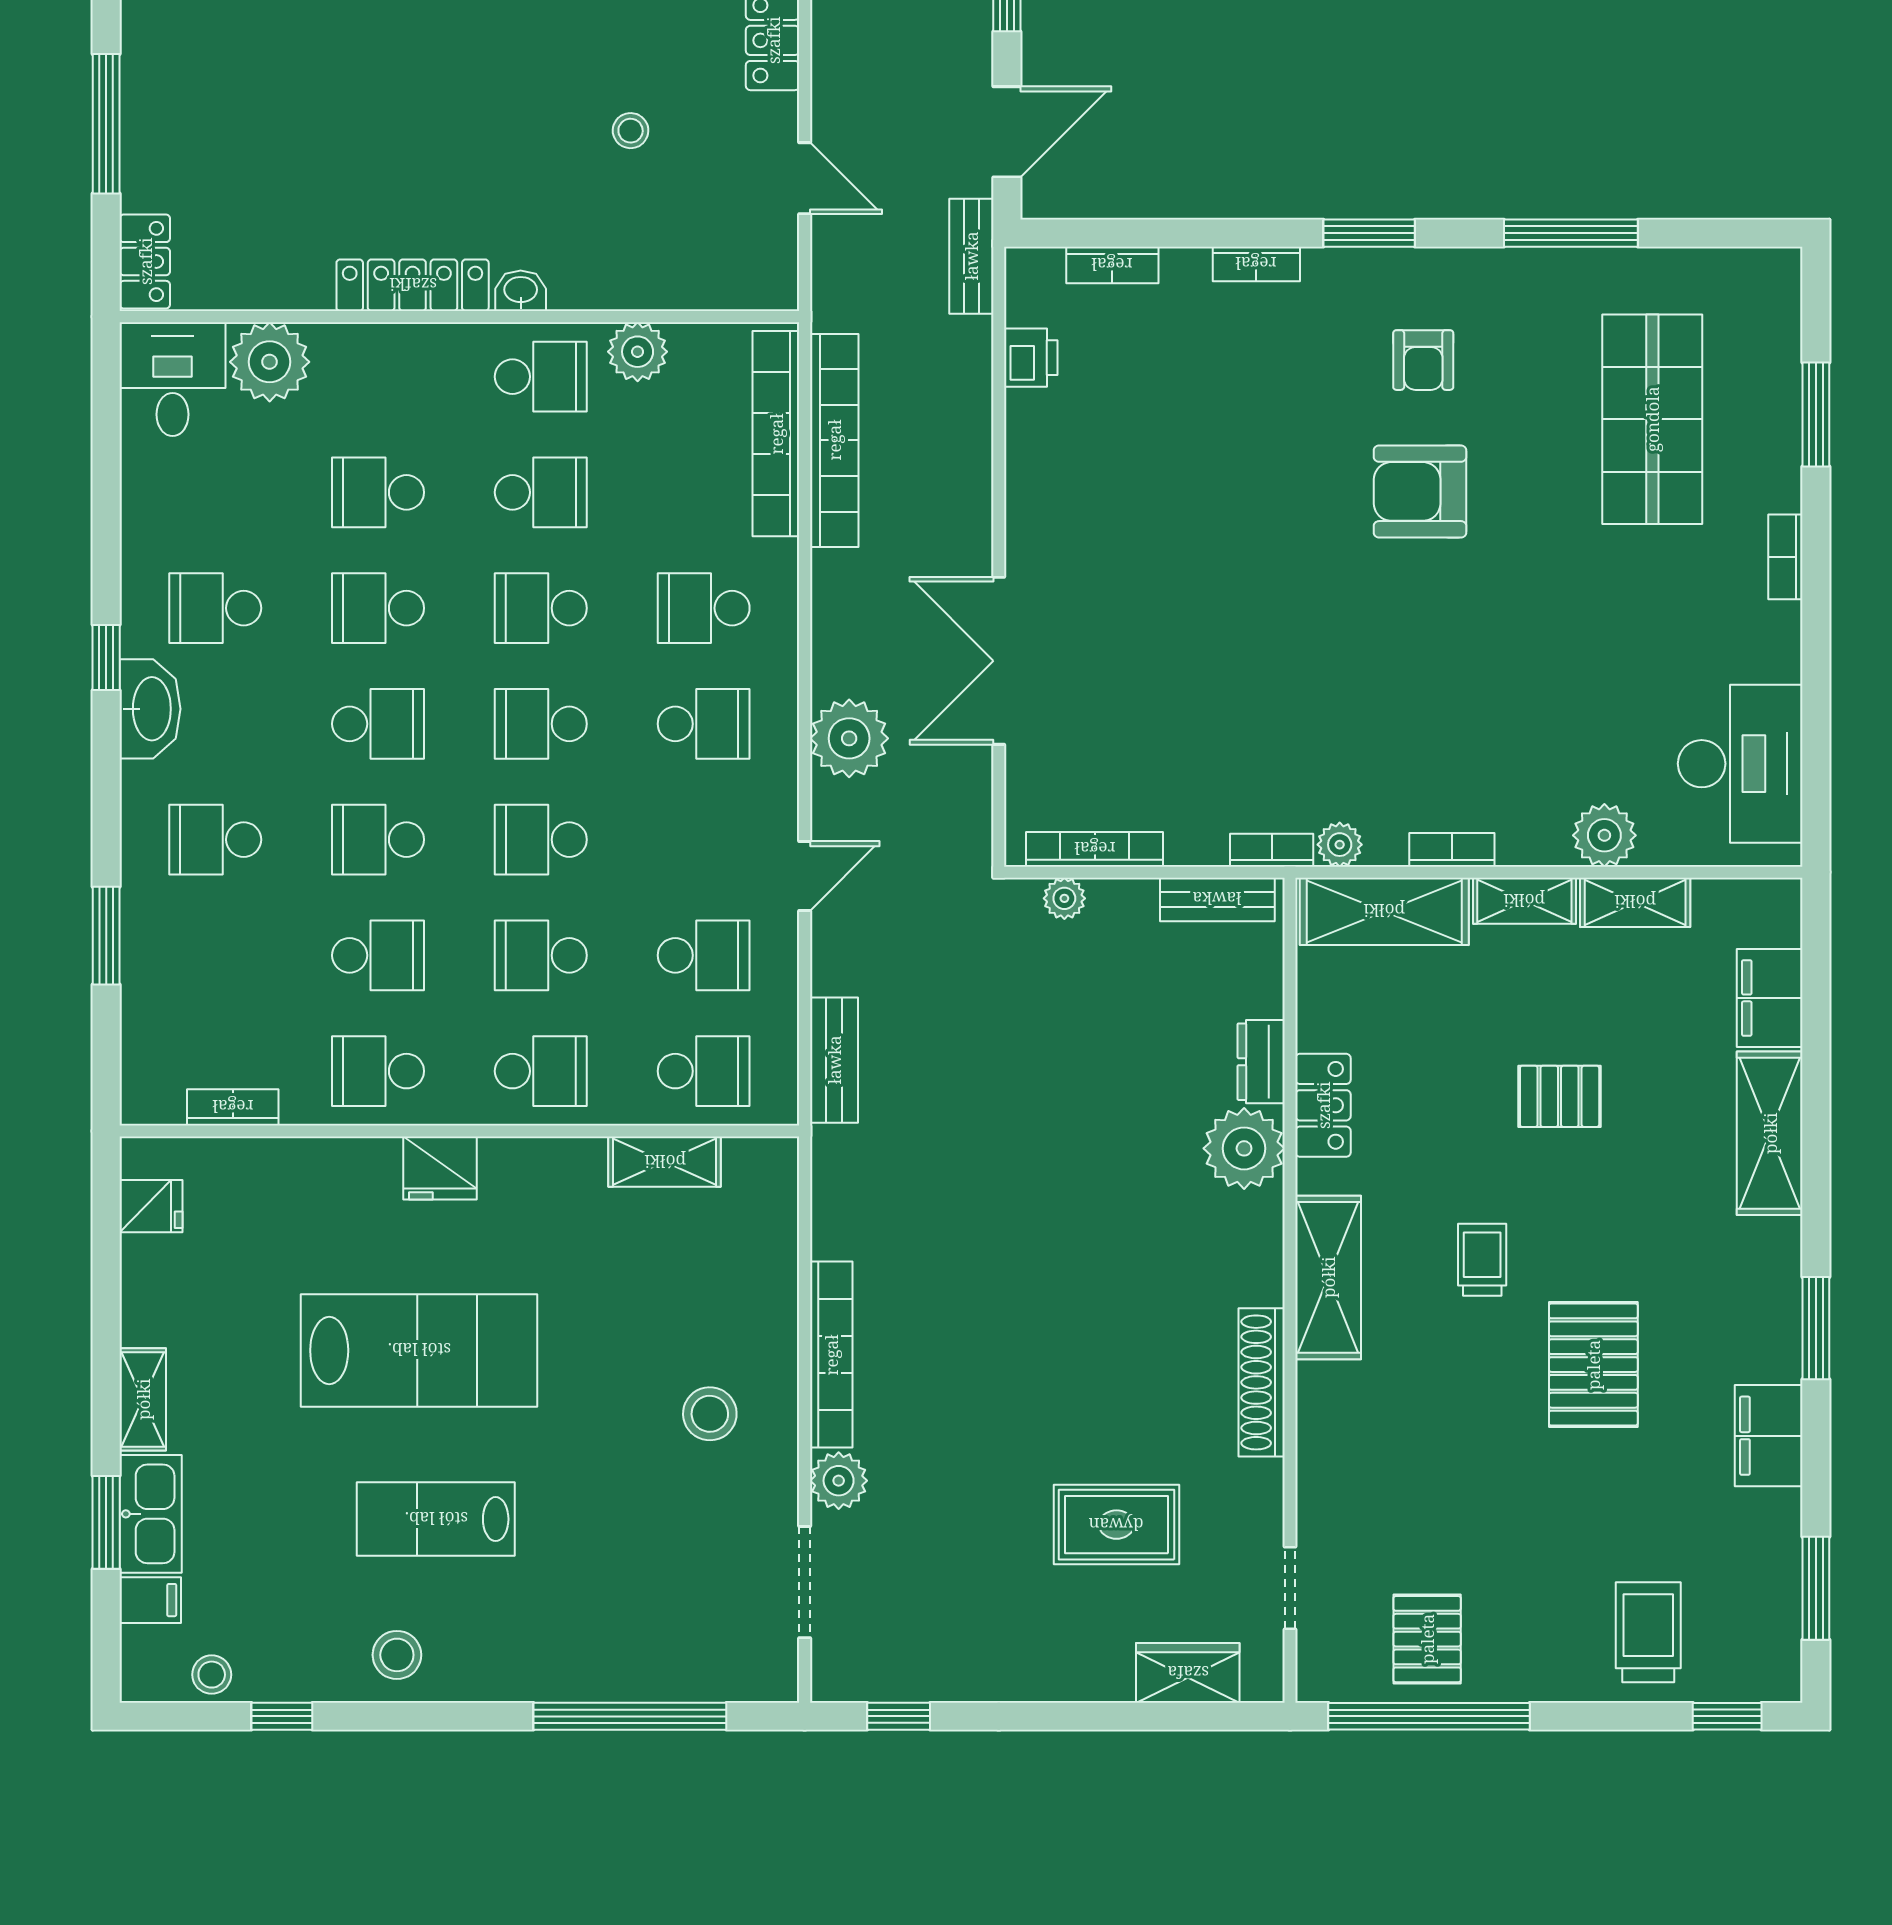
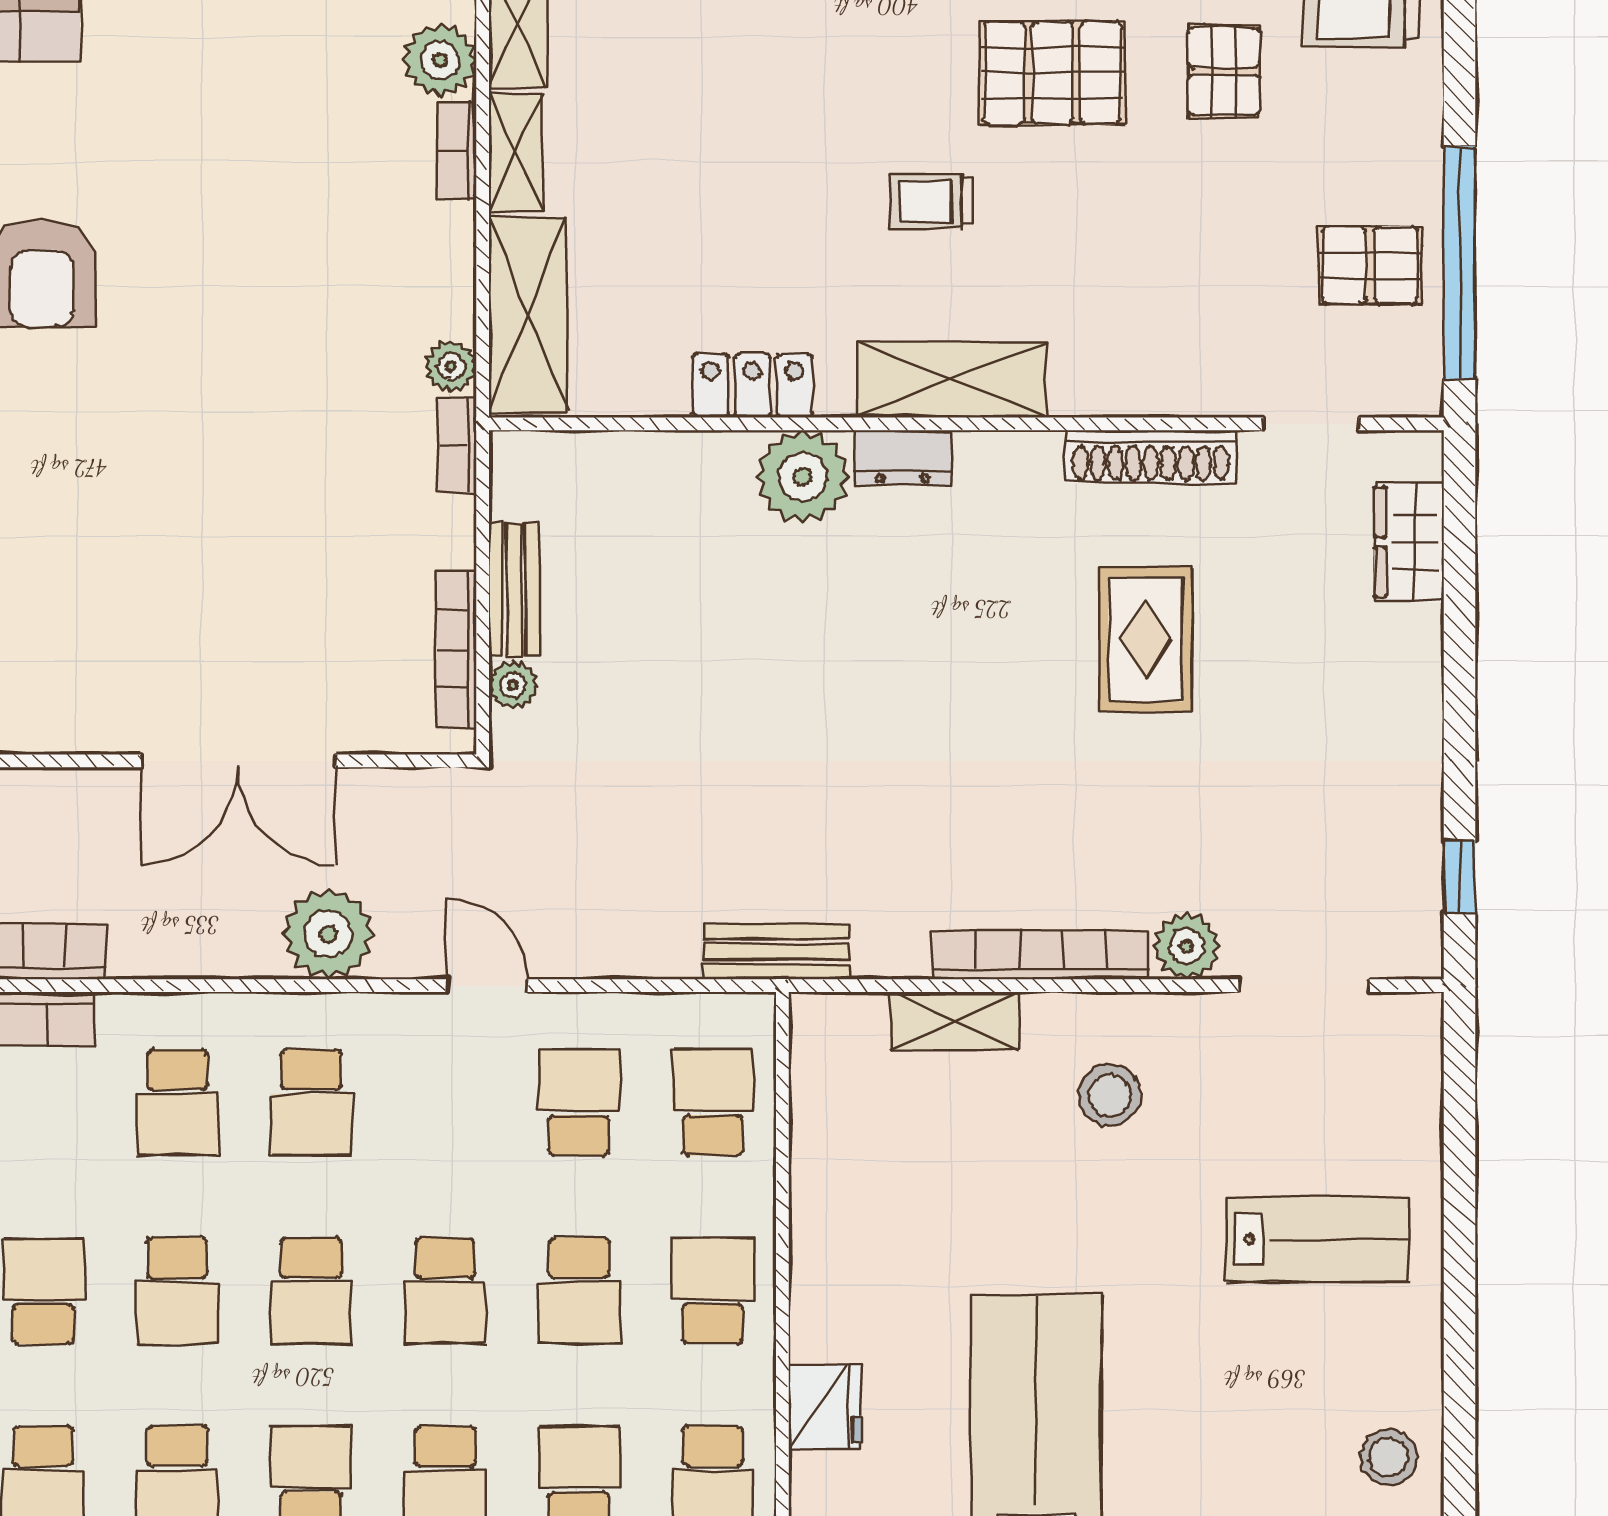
school desk: (704, 724) -> (311, 1102), turned 180
bookcase: (1452, 850) -> (457, 151), moved
bench: (1217, 899) -> (514, 590), moved
bench: (834, 1060) -> (777, 952), moved
dresser: (1261, 1062) -> (903, 457), moved
pallet: (1560, 1096) -> (1224, 71), moved
shelving: (665, 1162) -> (955, 1021), moved, turned 90
shoe rack: (1262, 1382) -> (1151, 457), moved
lab bench: (436, 1519) -> (1317, 1239), moved, turned -90
rug: (1116, 1525) -> (1145, 639), moved
window: (630, 1716) -> (1459, 1188), removed

